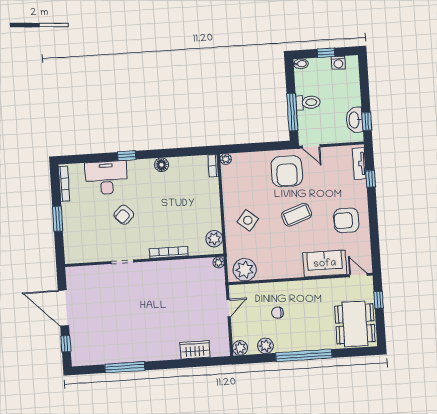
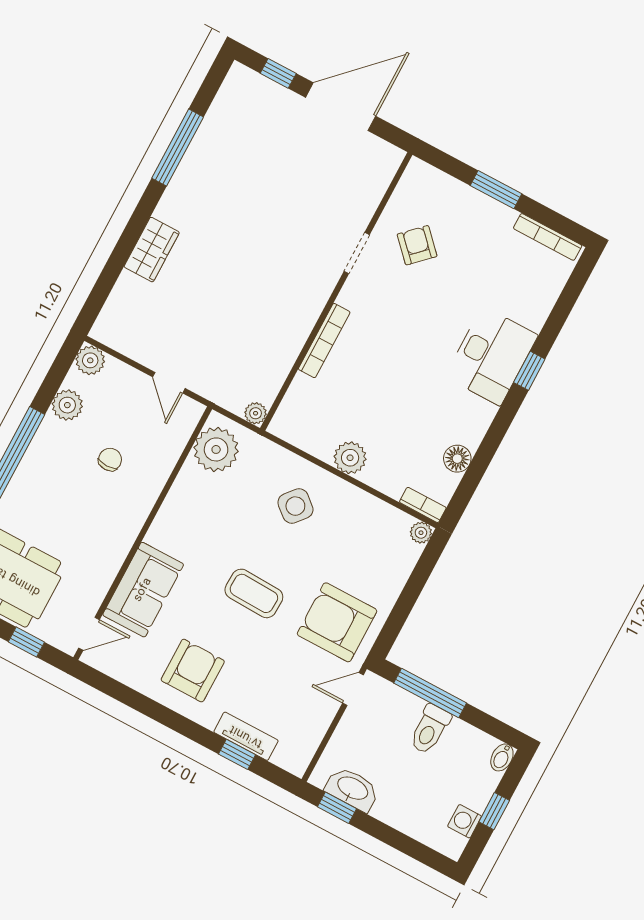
tv unit: (359, 164) -> (246, 736), moved
floor lamp: (162, 165) -> (457, 459), moved
desk: (106, 178) -> (491, 356), moved
armchair: (124, 215) -> (417, 245), moved
coffee table: (297, 215) -> (254, 593), turned -69
plant: (214, 239) -> (350, 458), moved
wardrobe: (195, 350) -> (152, 250), moved

